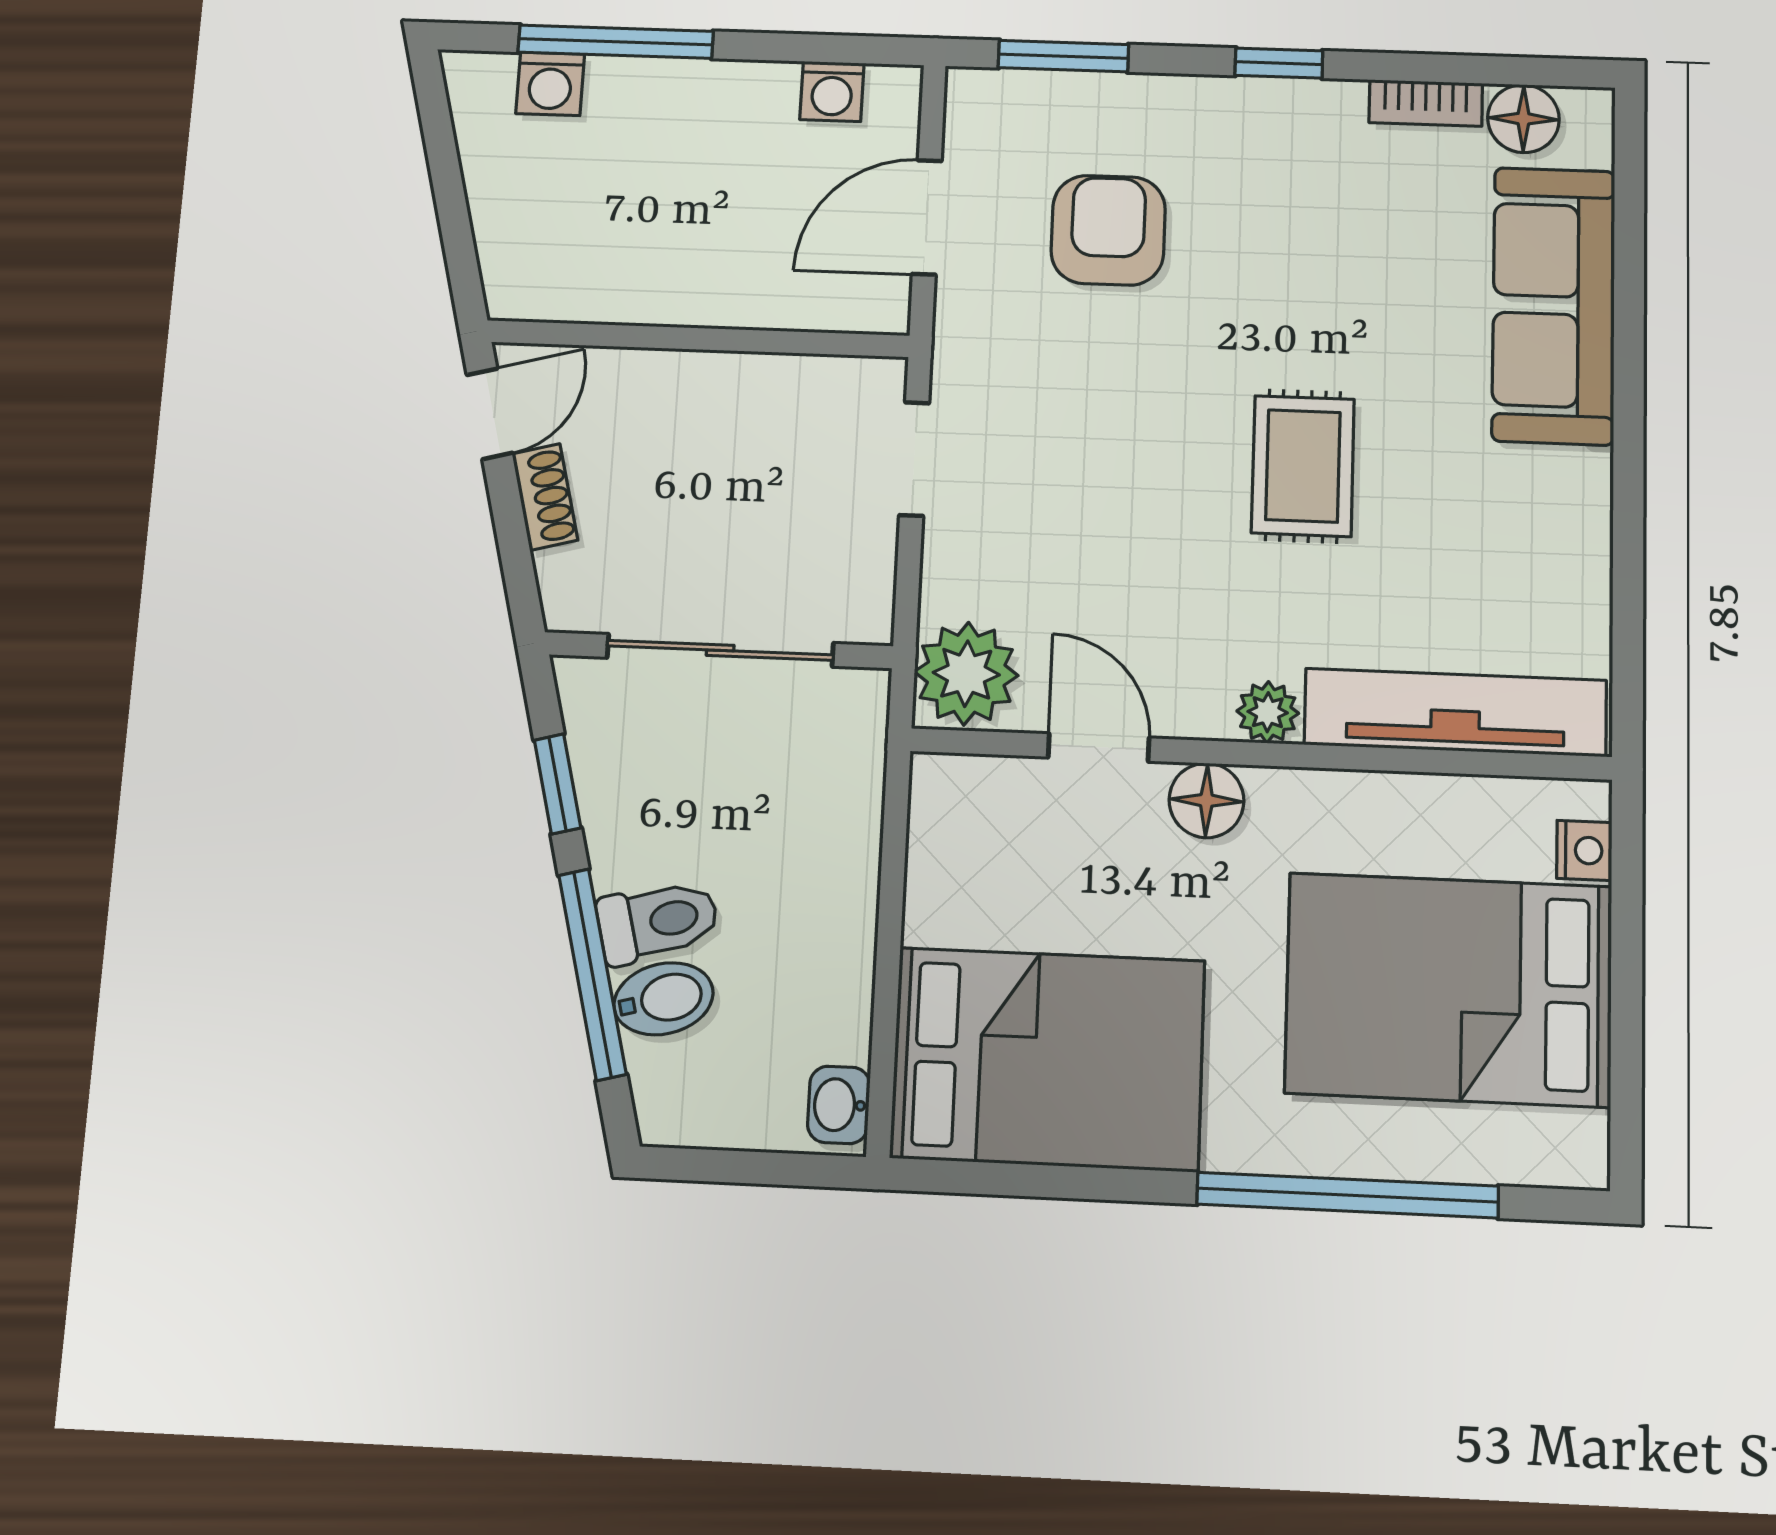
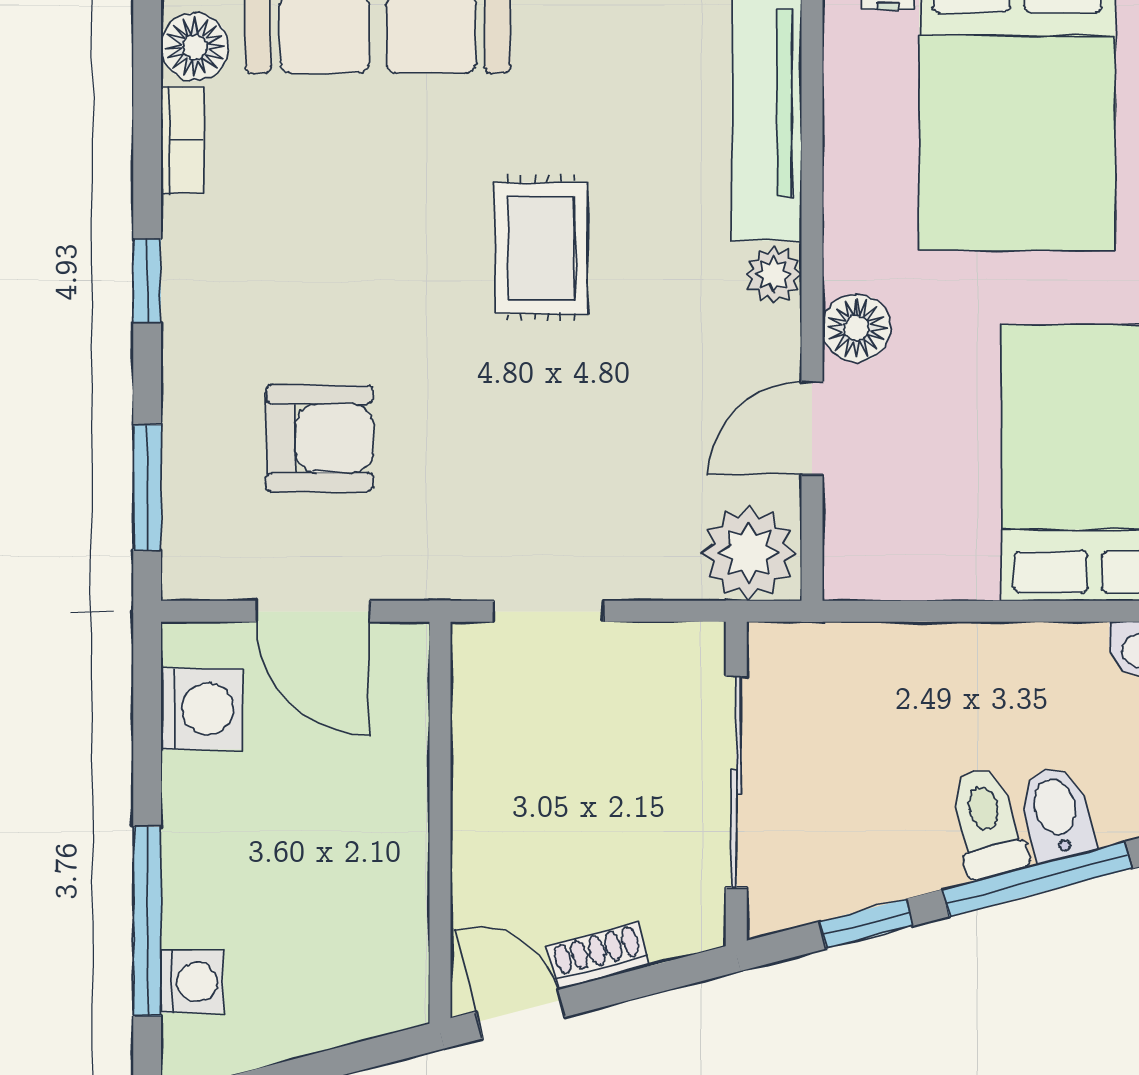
washing machine: (832, 91) -> (201, 709), width x1.38, depth x1.38
armchair: (1108, 230) -> (319, 438), turned 180
rug: (1303, 466) -> (541, 248), turned 90

